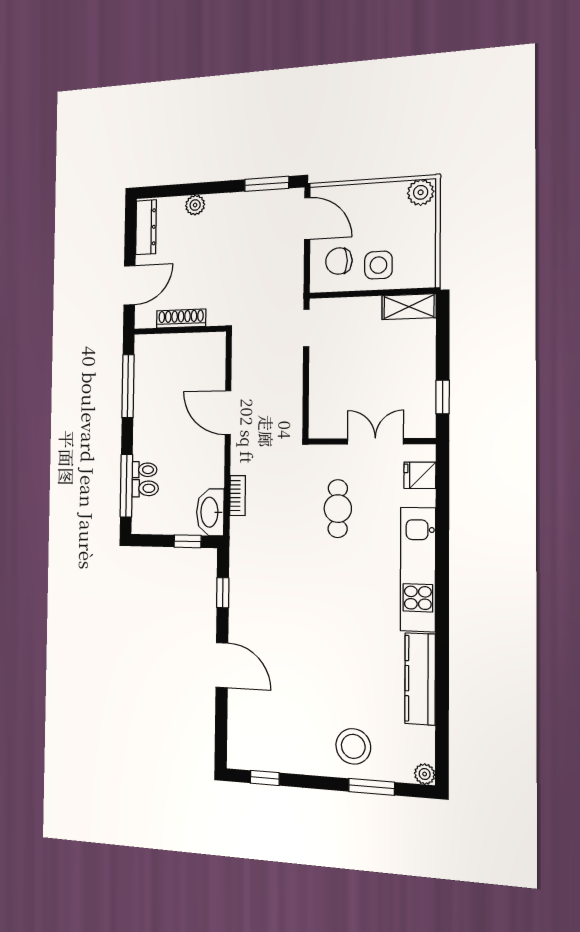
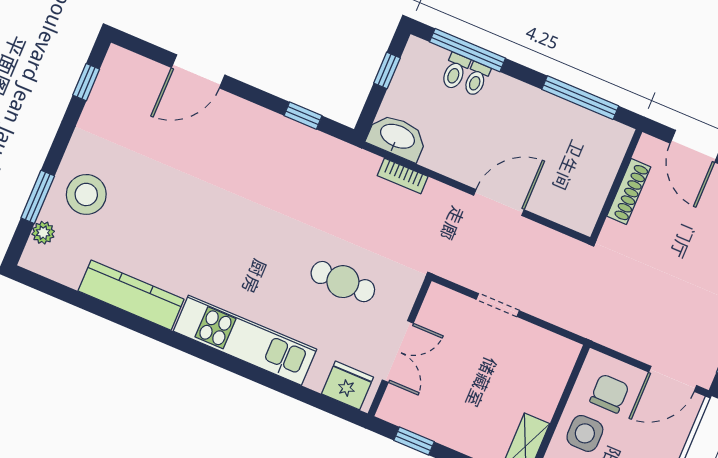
doorway: (306, 328) -> (498, 305), moved
fridge: (420, 475) -> (348, 385), width x1.38
window: (188, 541) -> (387, 70), moved
door: (222, 665) -> (198, 71), moved
plant: (425, 774) -> (43, 233), moved

